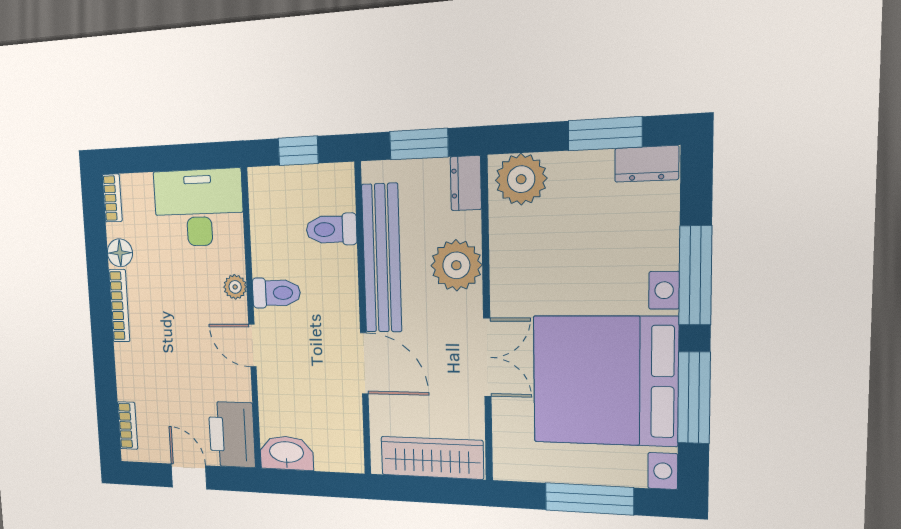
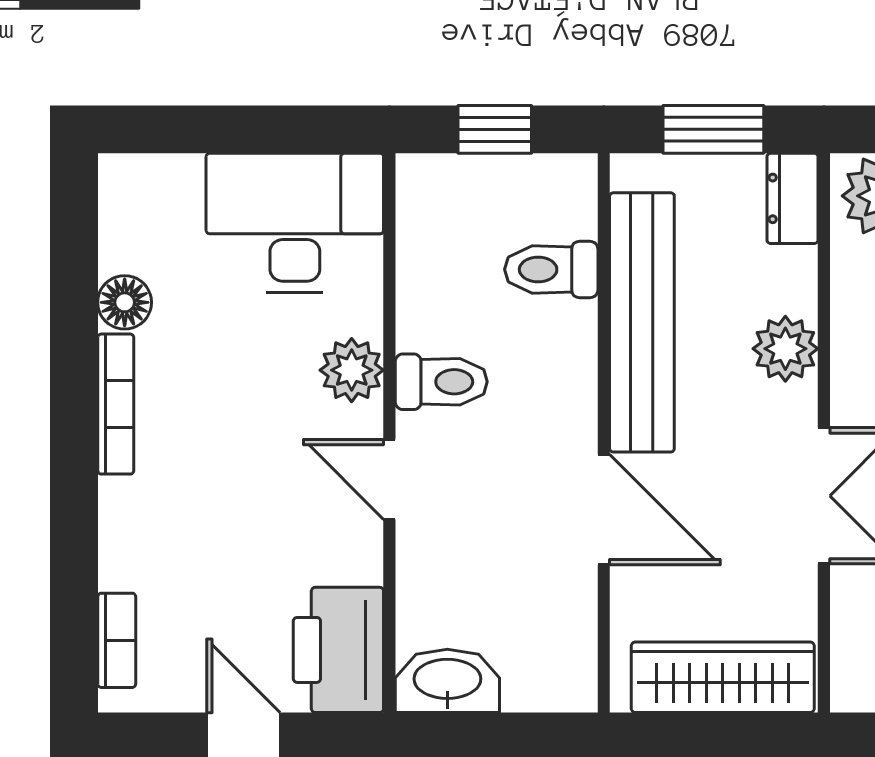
bookcase: (112, 198) -> (116, 198), removed
plant: (456, 265) -> (785, 349), width x0.73, depth x0.73
plant: (235, 287) -> (352, 370), width x1.38, depth x1.38

